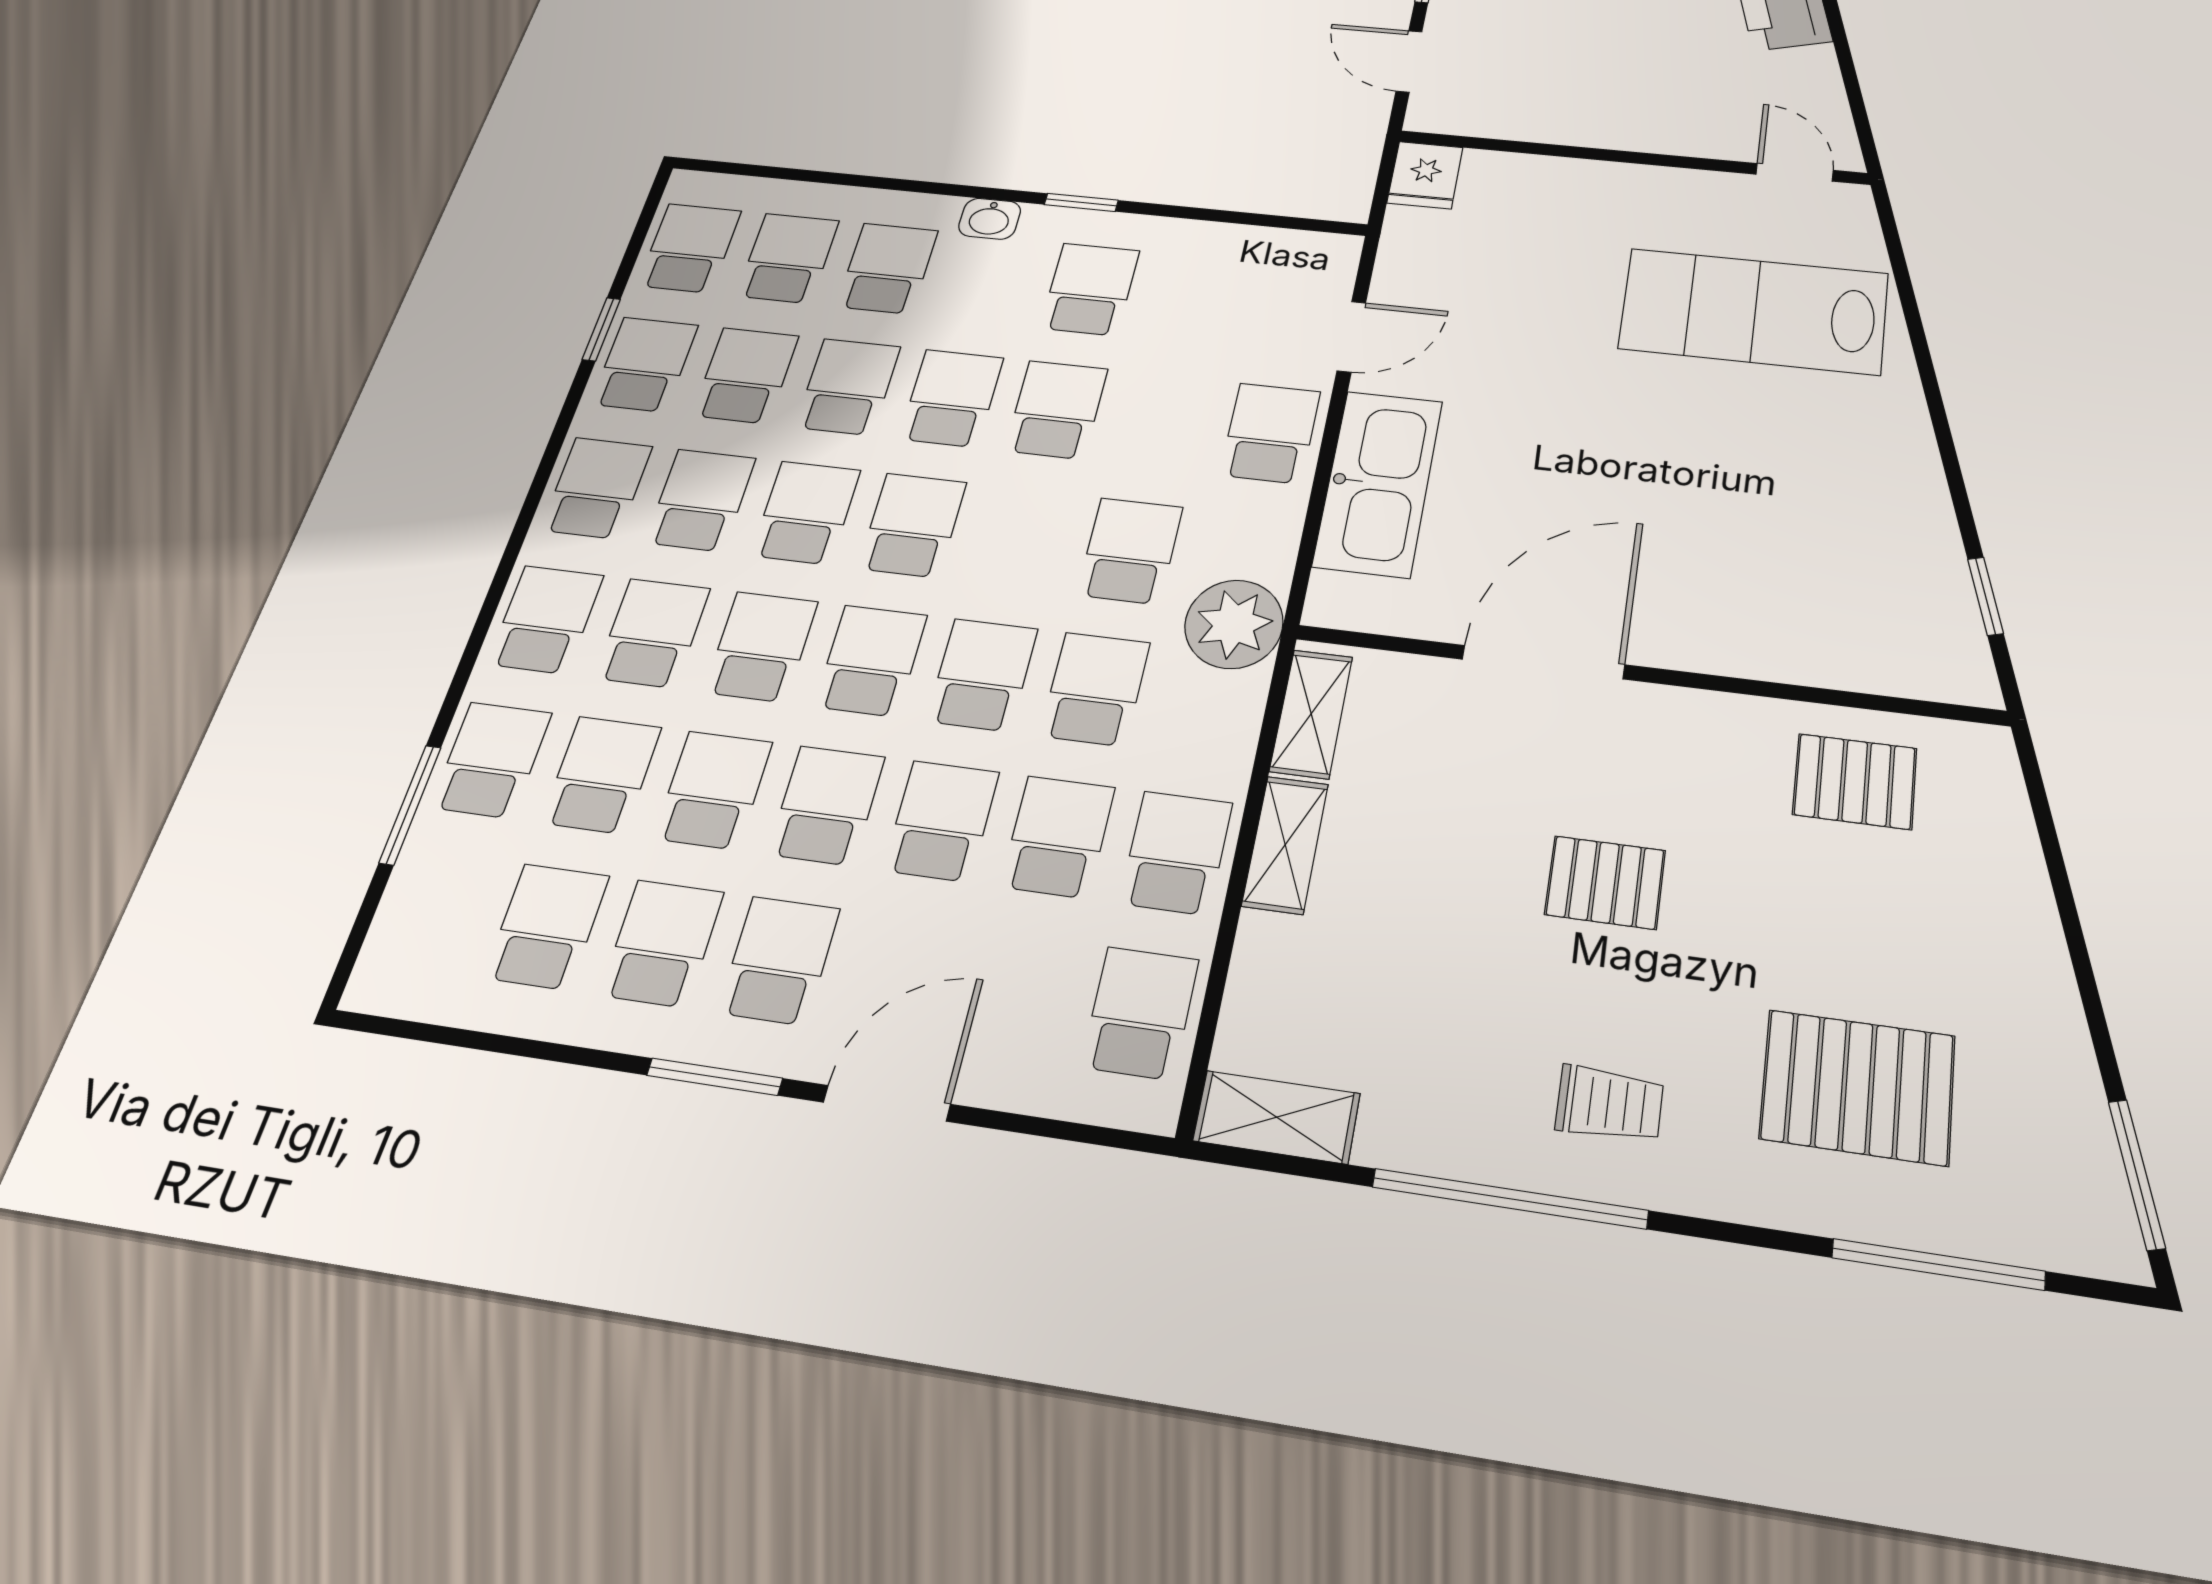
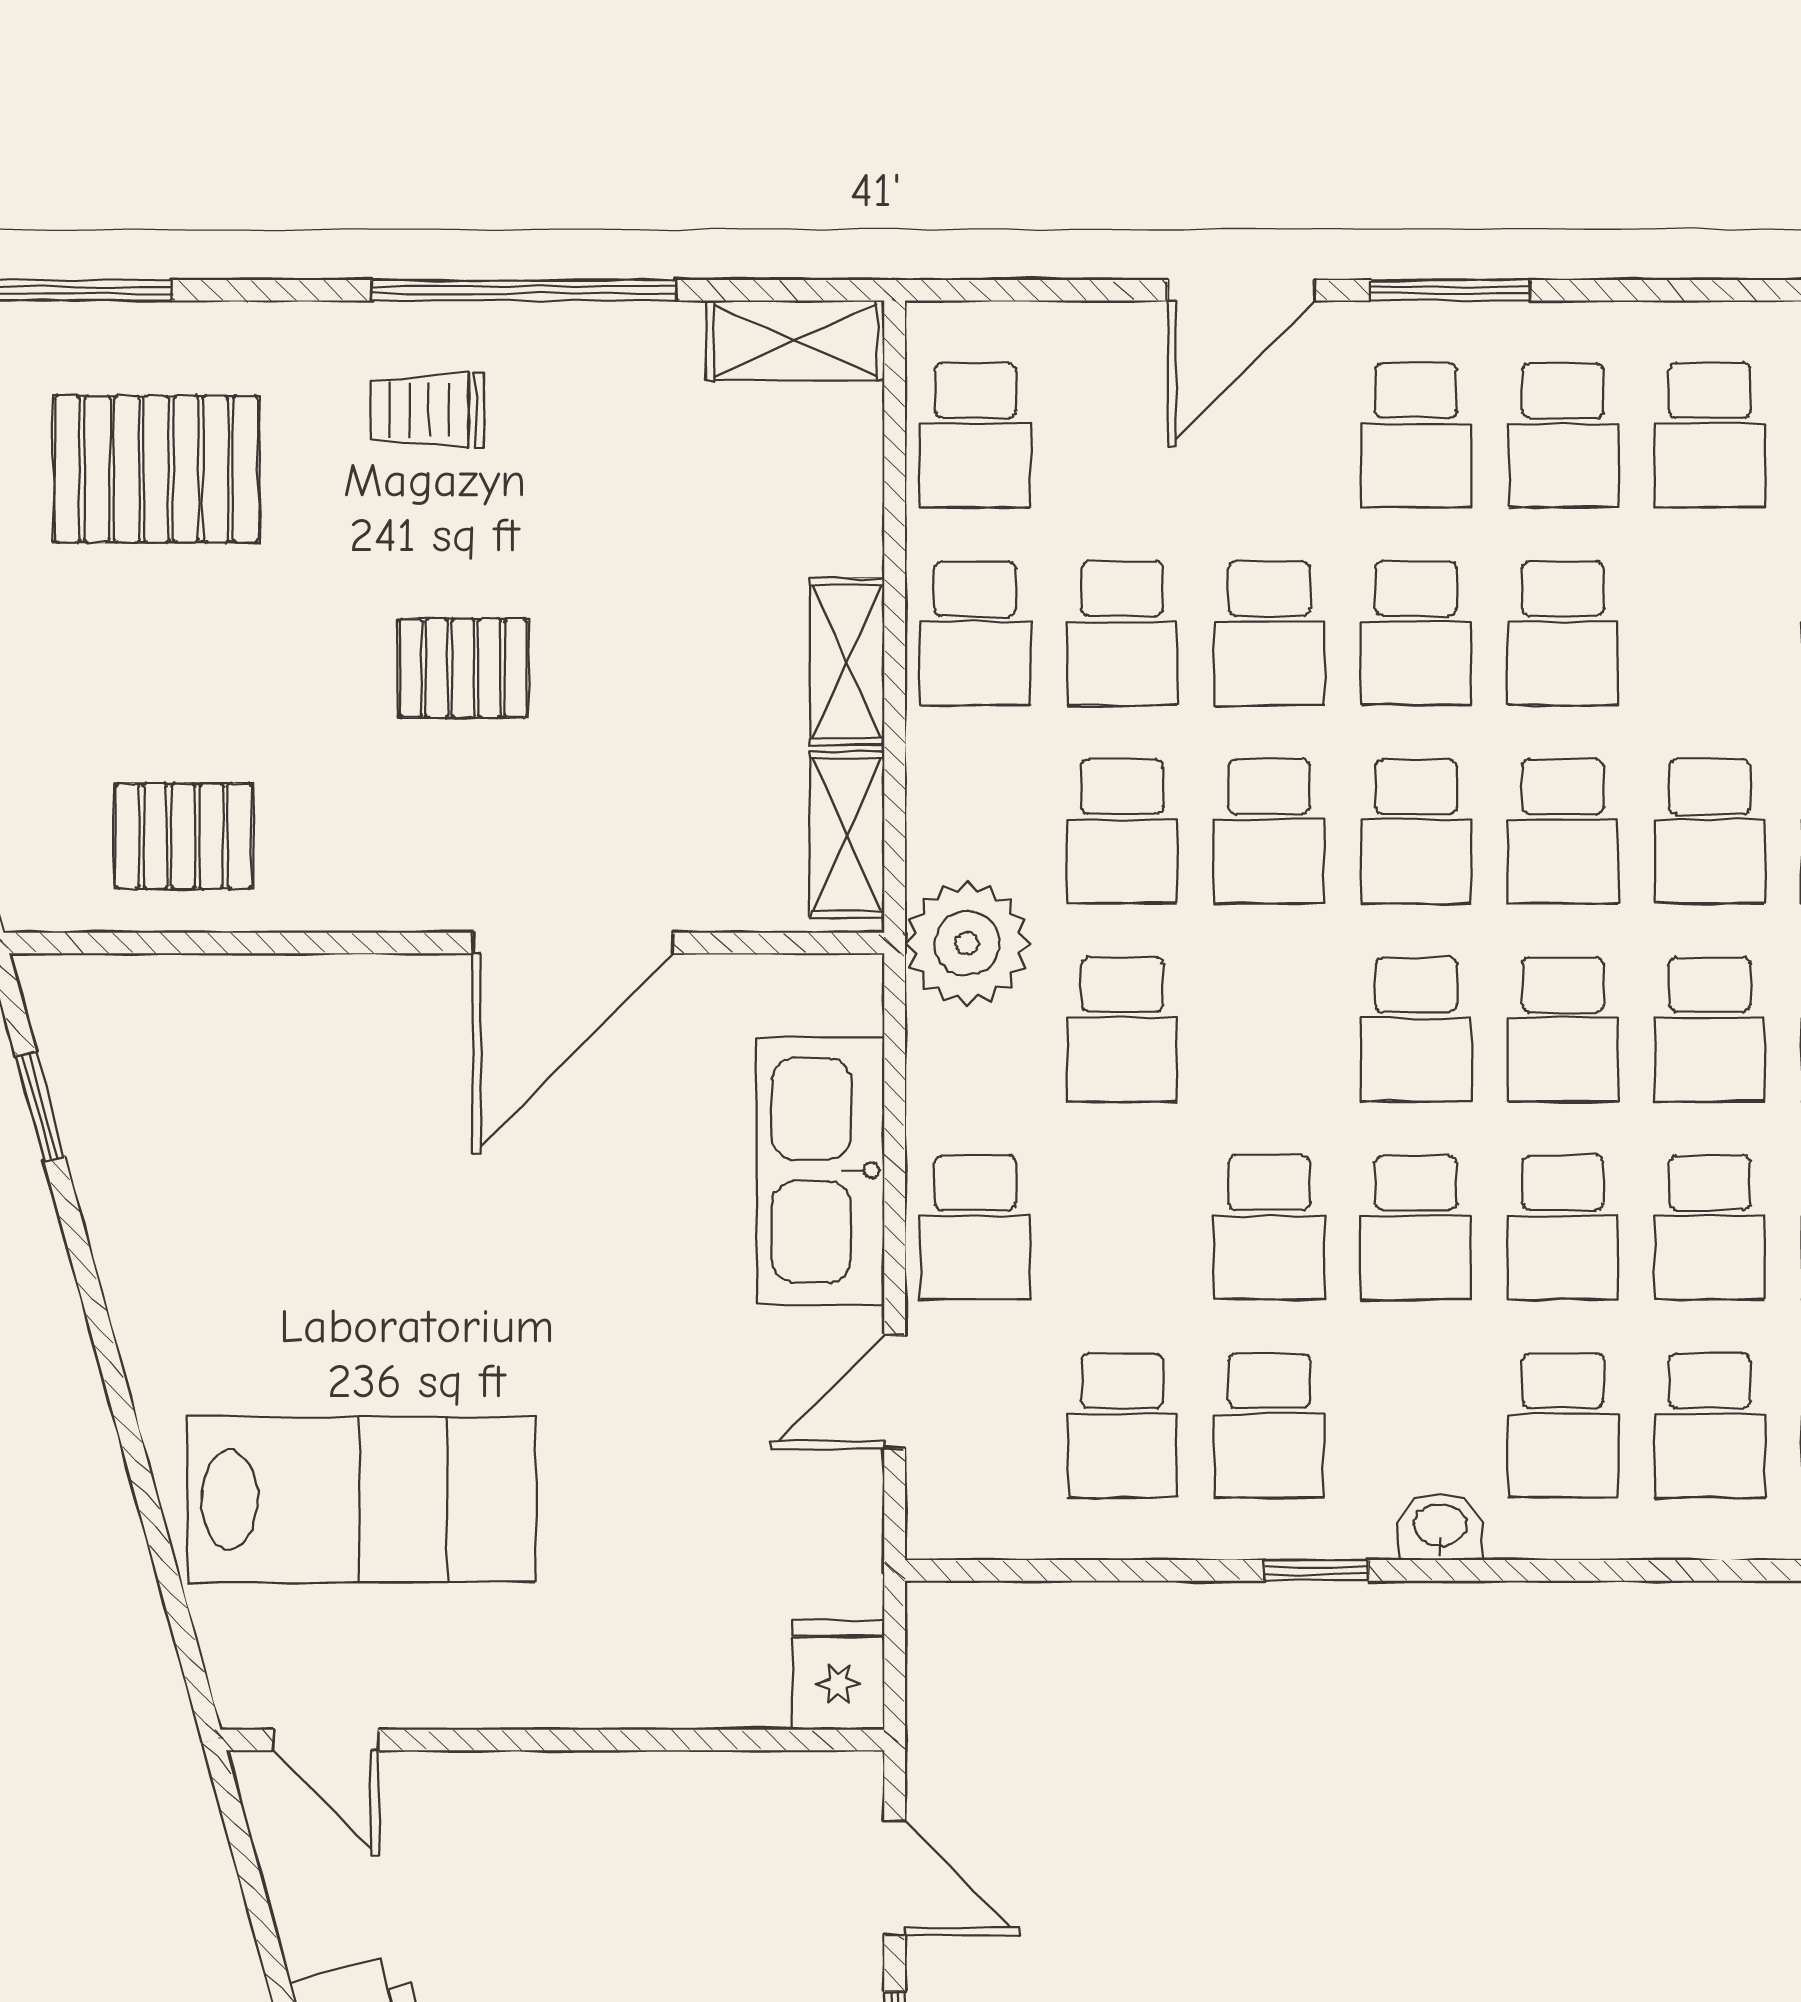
school desk: (602, 775) -> (1122, 1425), moved

